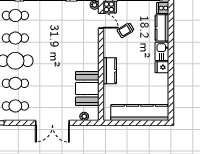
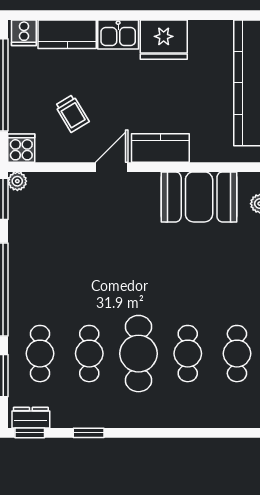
door: (101, 21) -> (112, 167), moved
fridge: (162, 67) -> (164, 40), width x1.88, depth x1.34

